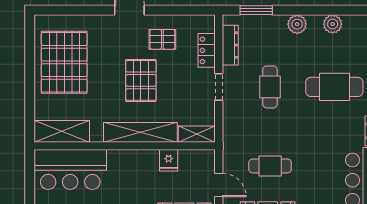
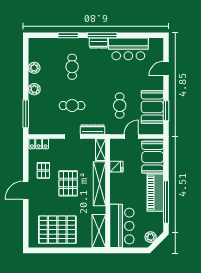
window: (256, 10) -> (26, 114), width x1.44
dresser: (230, 45) -> (92, 130), moved
locker: (207, 50) -> (39, 144), moved
pallet: (141, 80) -> (68, 183), turned 90
cafe table: (334, 87) -> (72, 67), width x0.73, depth x0.74

